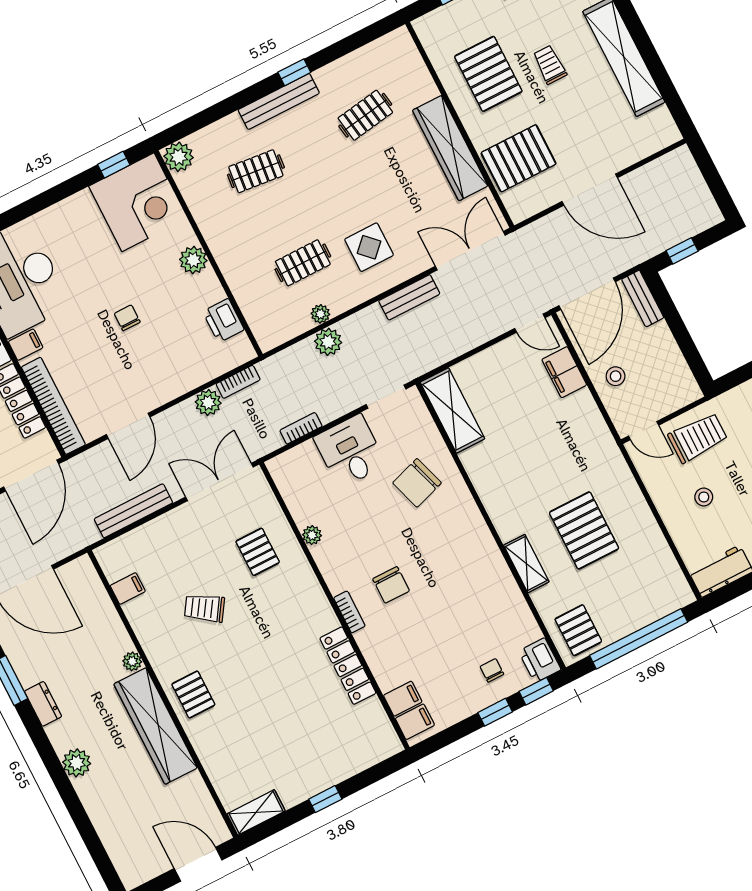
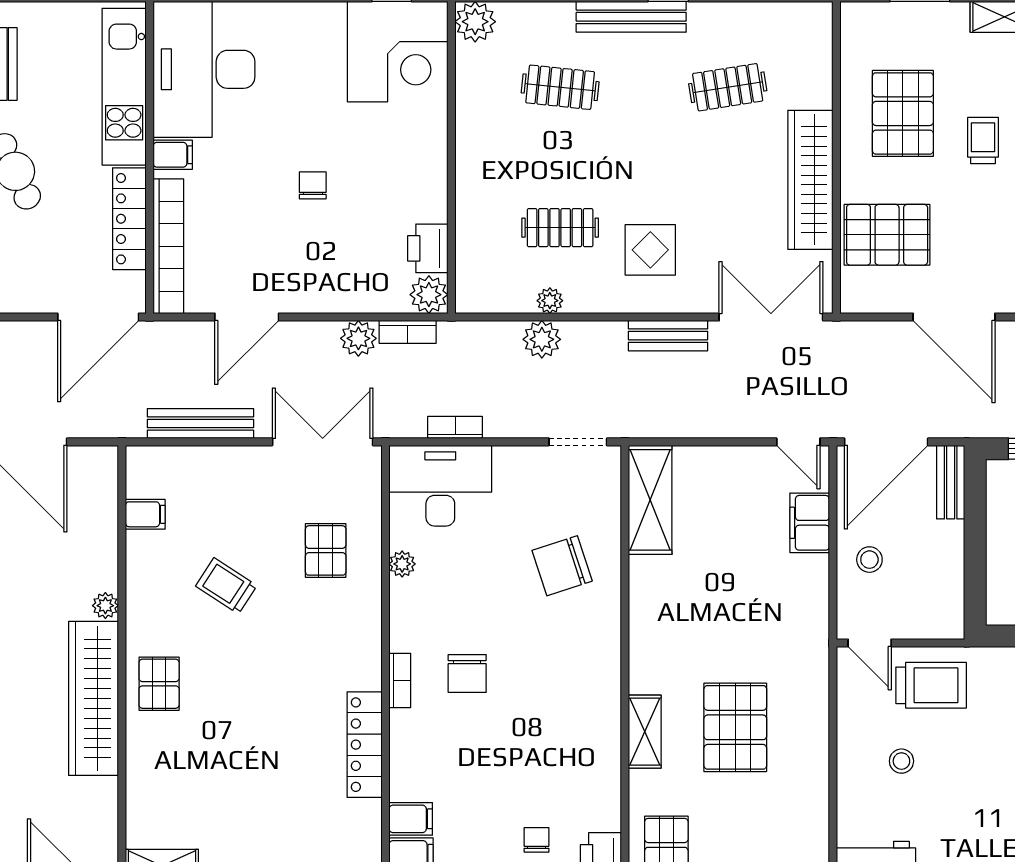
plant: (193, 260) -> (429, 295), moved
desk: (350, 451) -> (440, 486), moved, width x1.37

